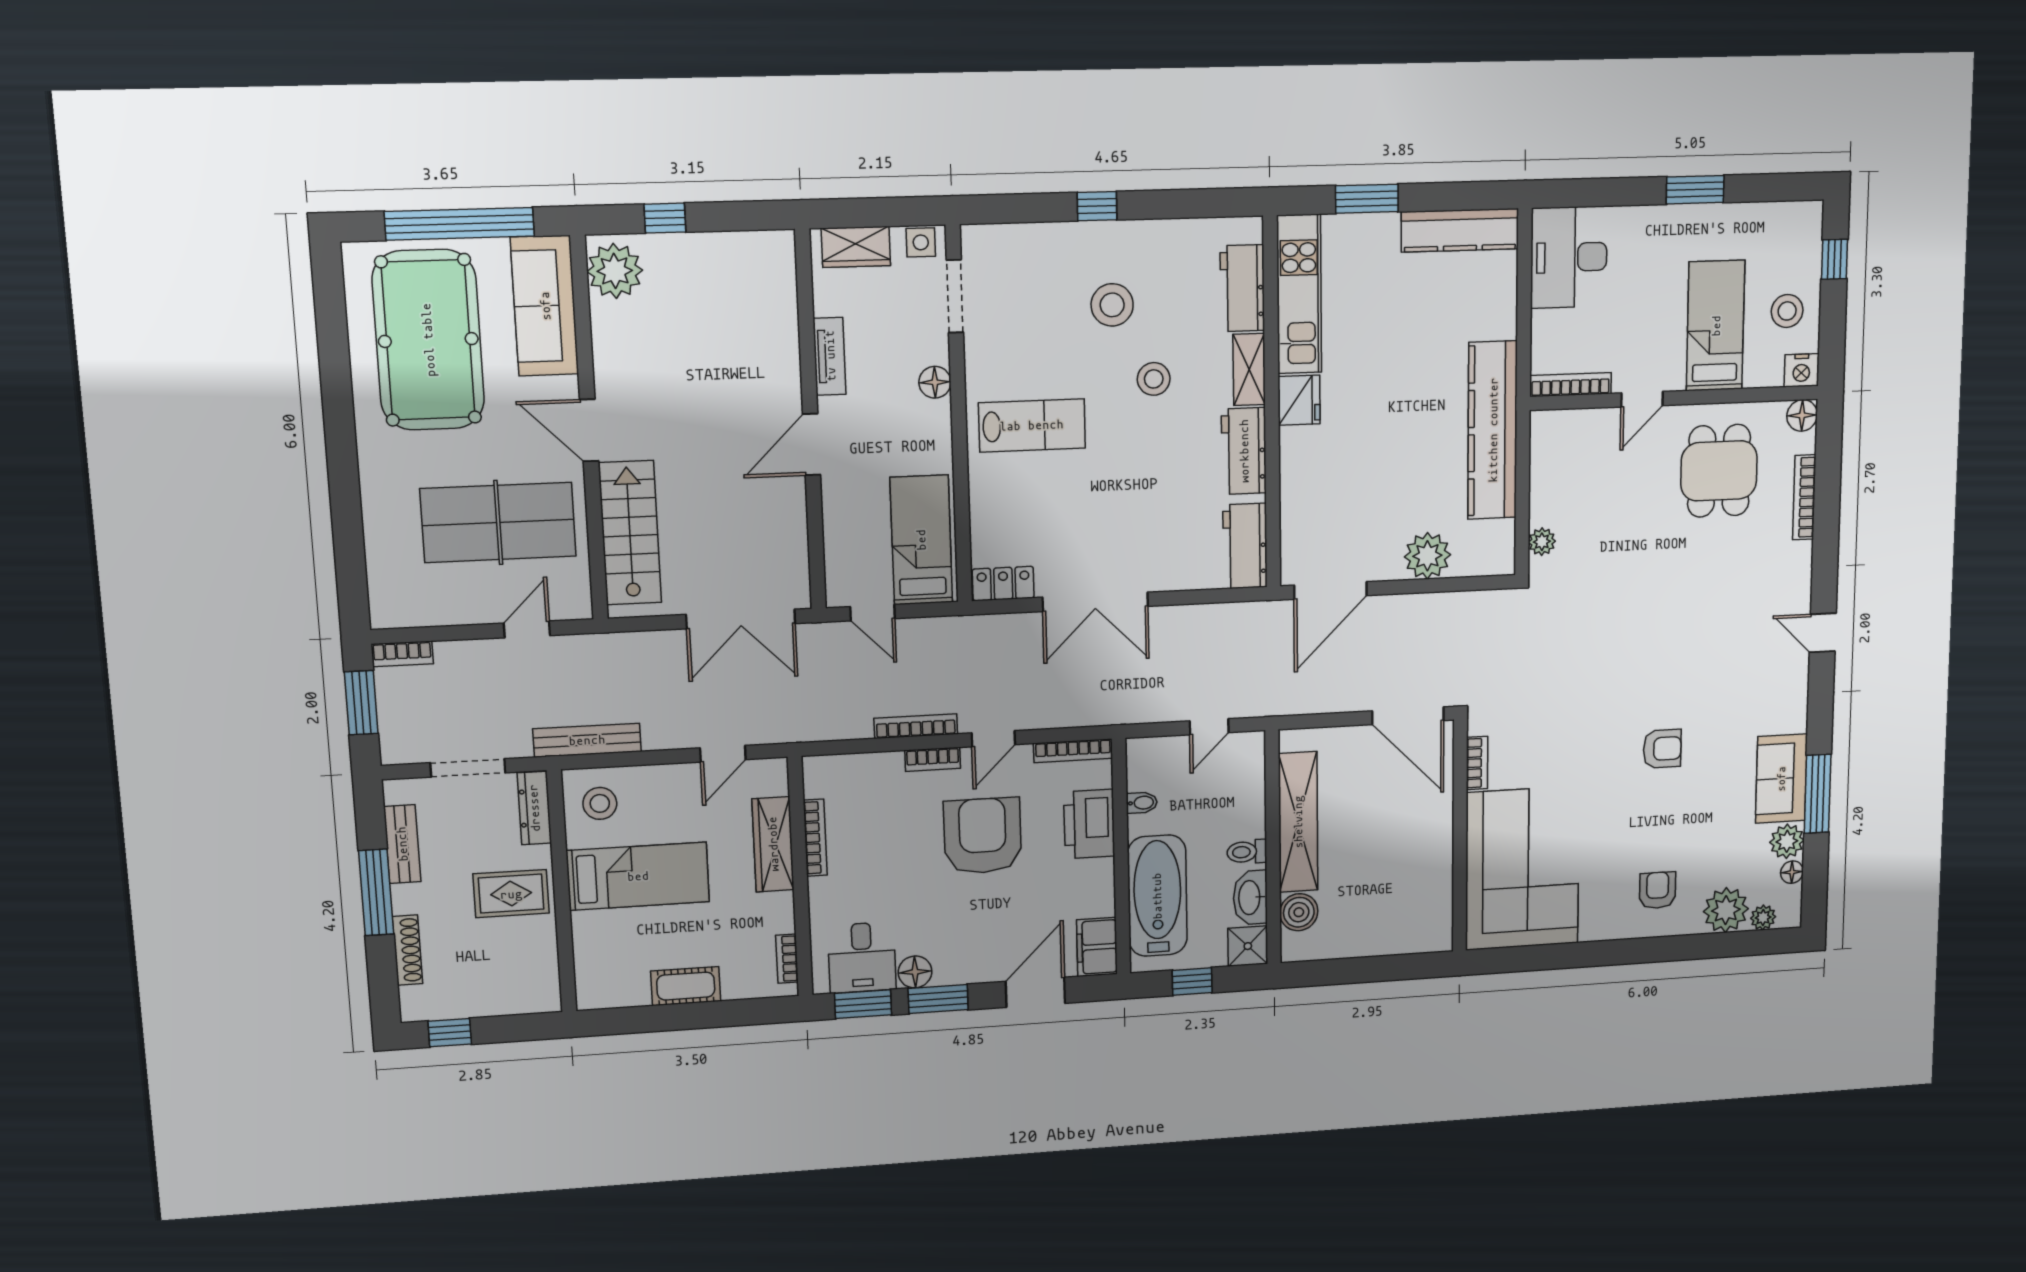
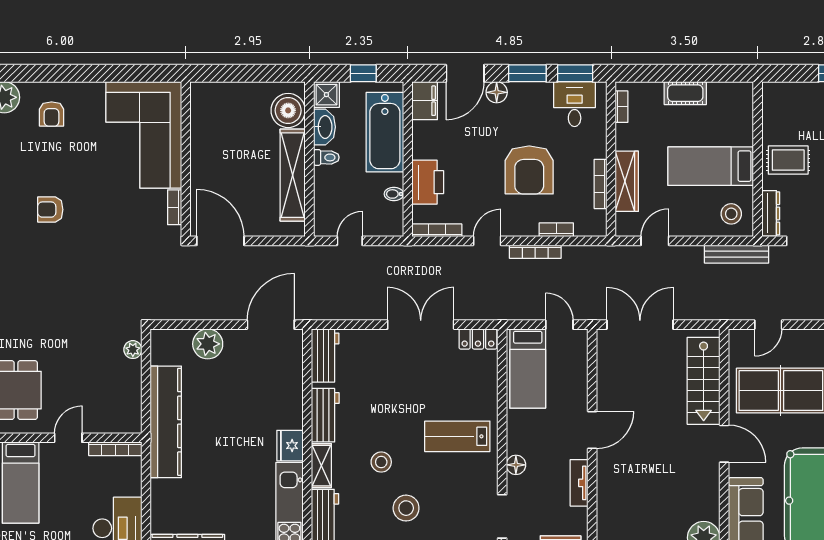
bookcase: (933, 759) -> (556, 230), moved
armchair: (983, 836) -> (529, 170), moved
boiler: (1299, 912) -> (288, 110), width x1.37, depth x1.37
floor lamp: (915, 972) -> (497, 92), moved

